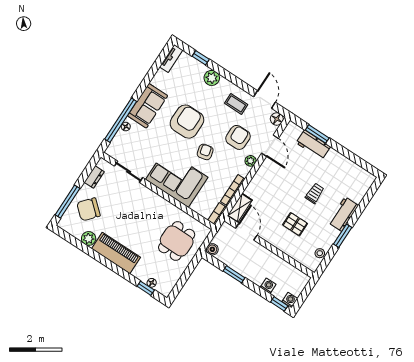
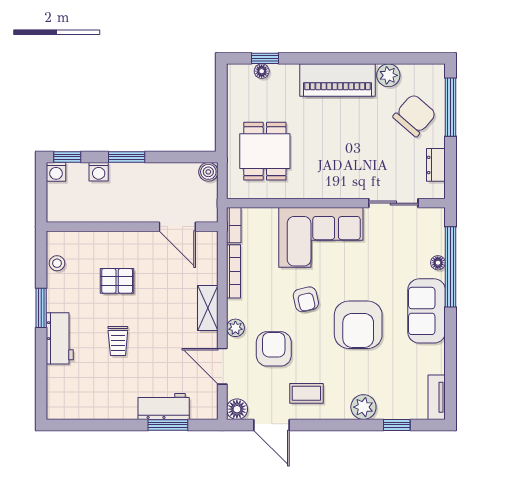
armchair: (238, 137) -> (274, 349), turned 180
shelving: (240, 208) -> (208, 308), moved
window: (234, 274) -> (127, 157), moved

